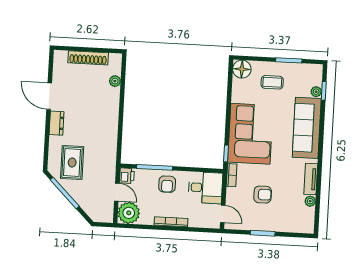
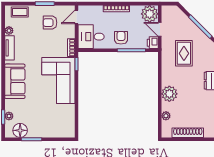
floor lamp: (242, 69) -> (20, 130), moved
coffee table: (272, 82) -> (20, 12), moved
plant: (109, 109) -> (169, 94), added
sofa: (307, 128) -> (15, 81), width x0.73
rug: (72, 162) -> (184, 53), moved
armchair: (263, 195) -> (50, 23), moved
door: (223, 214) -> (76, 17), hinge flipped

